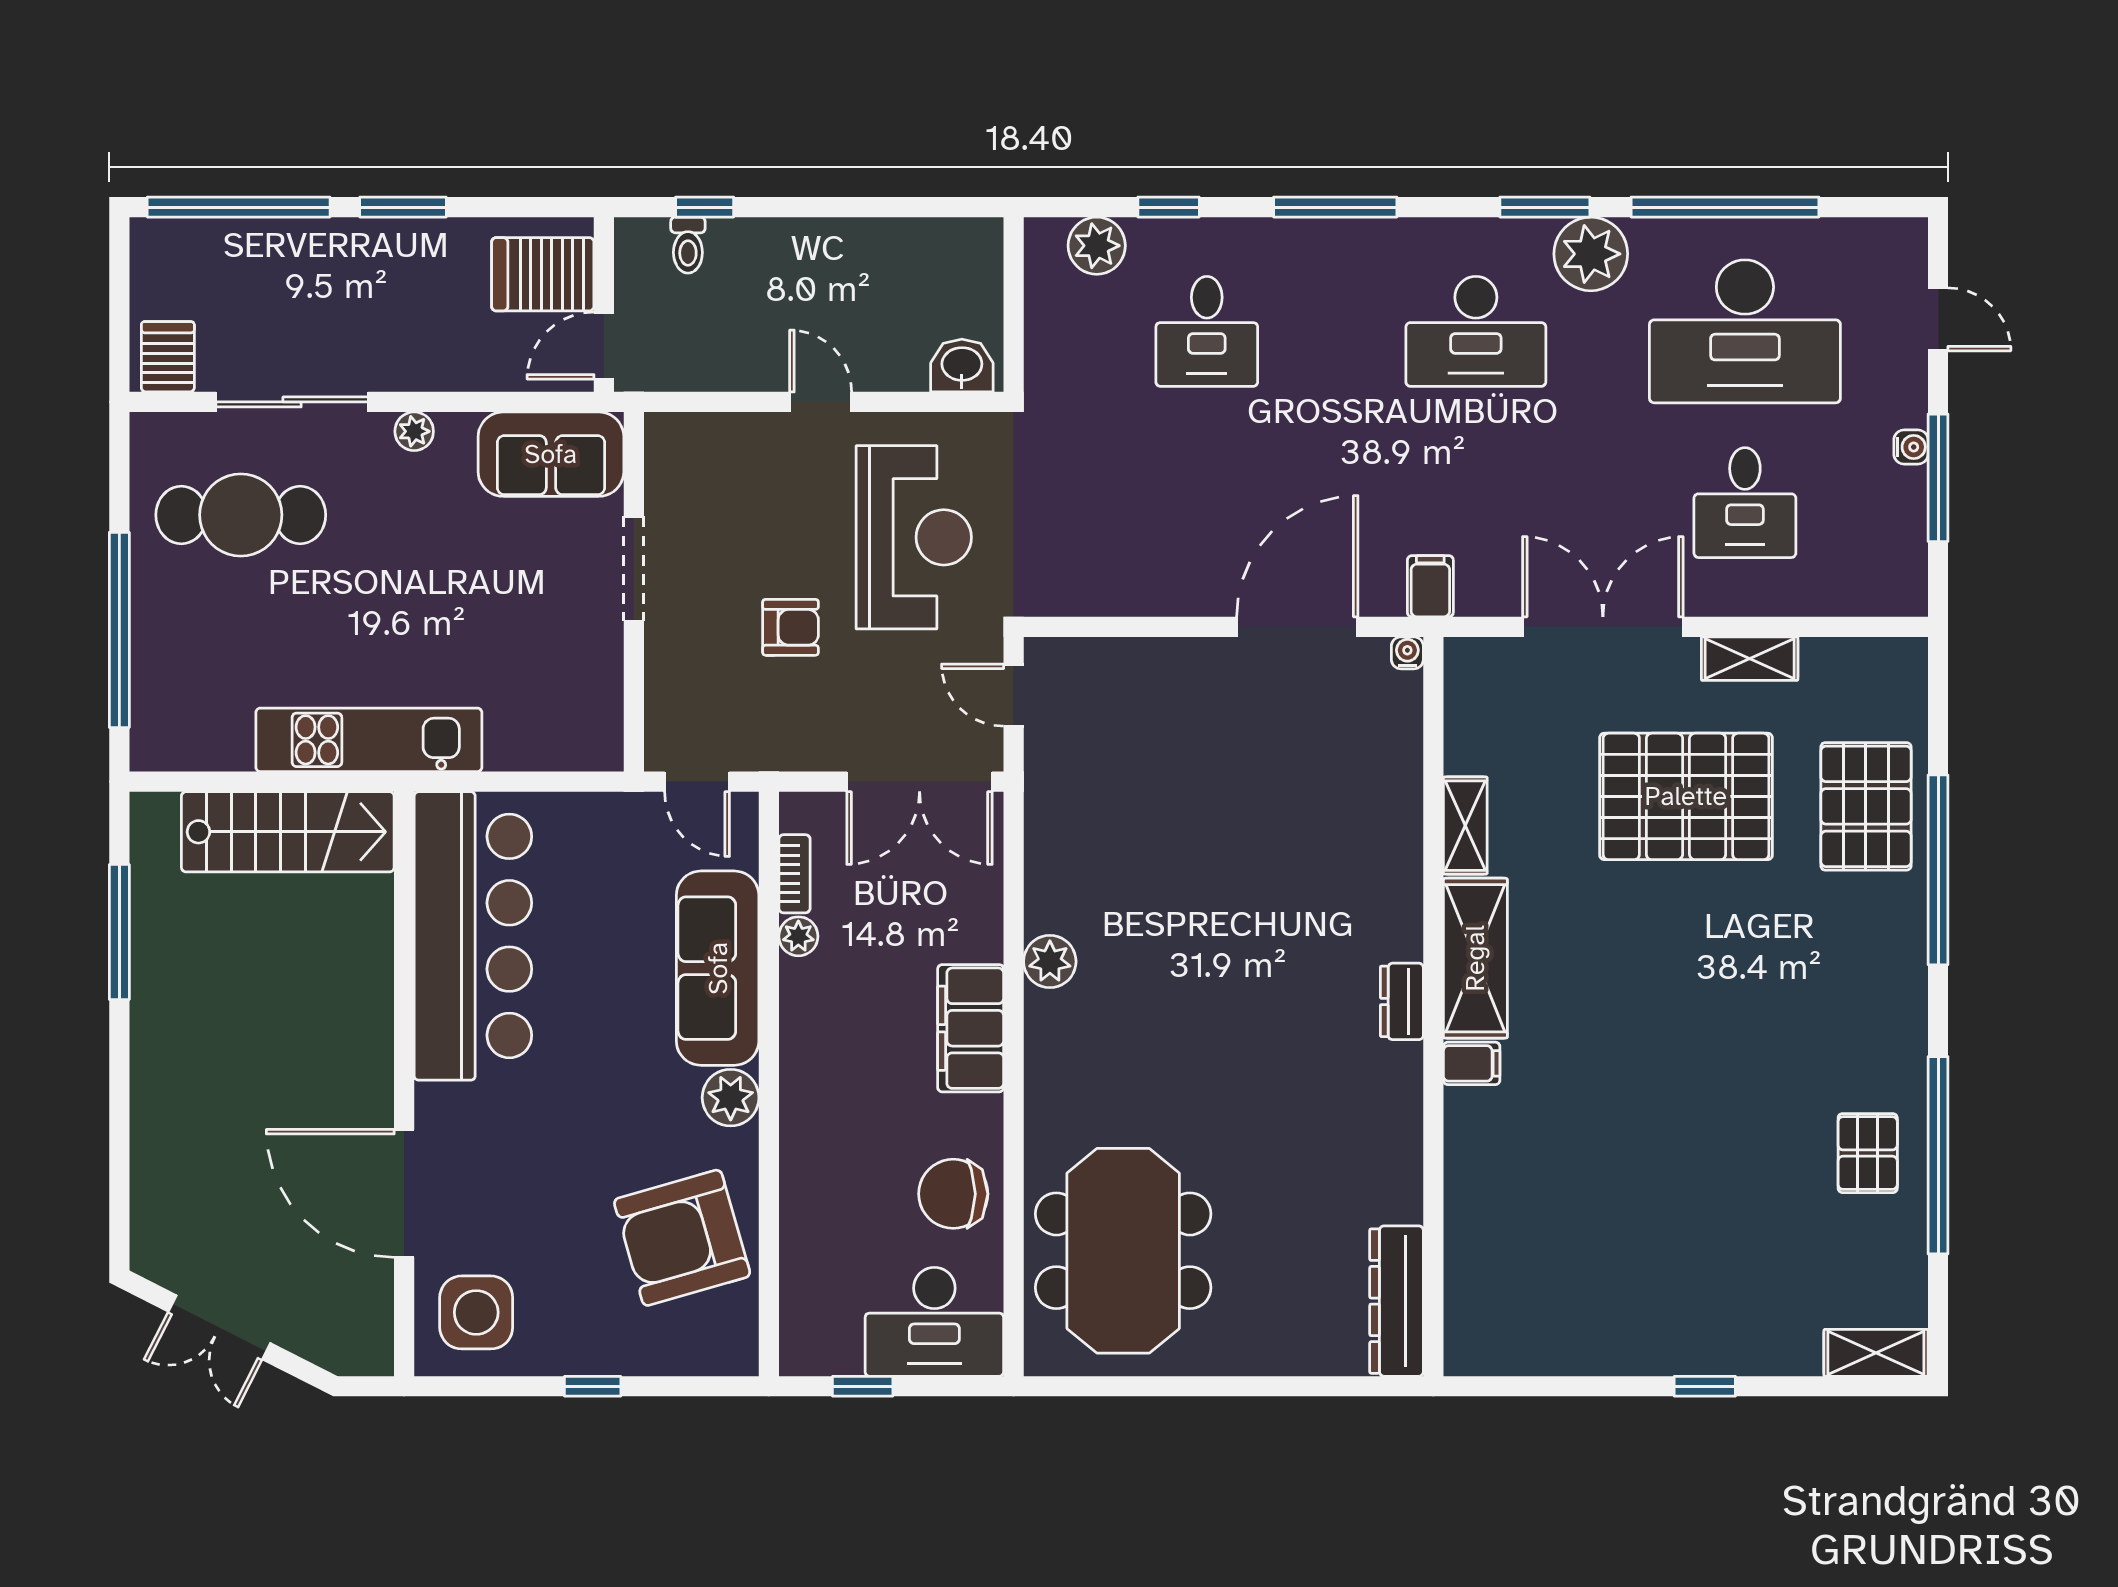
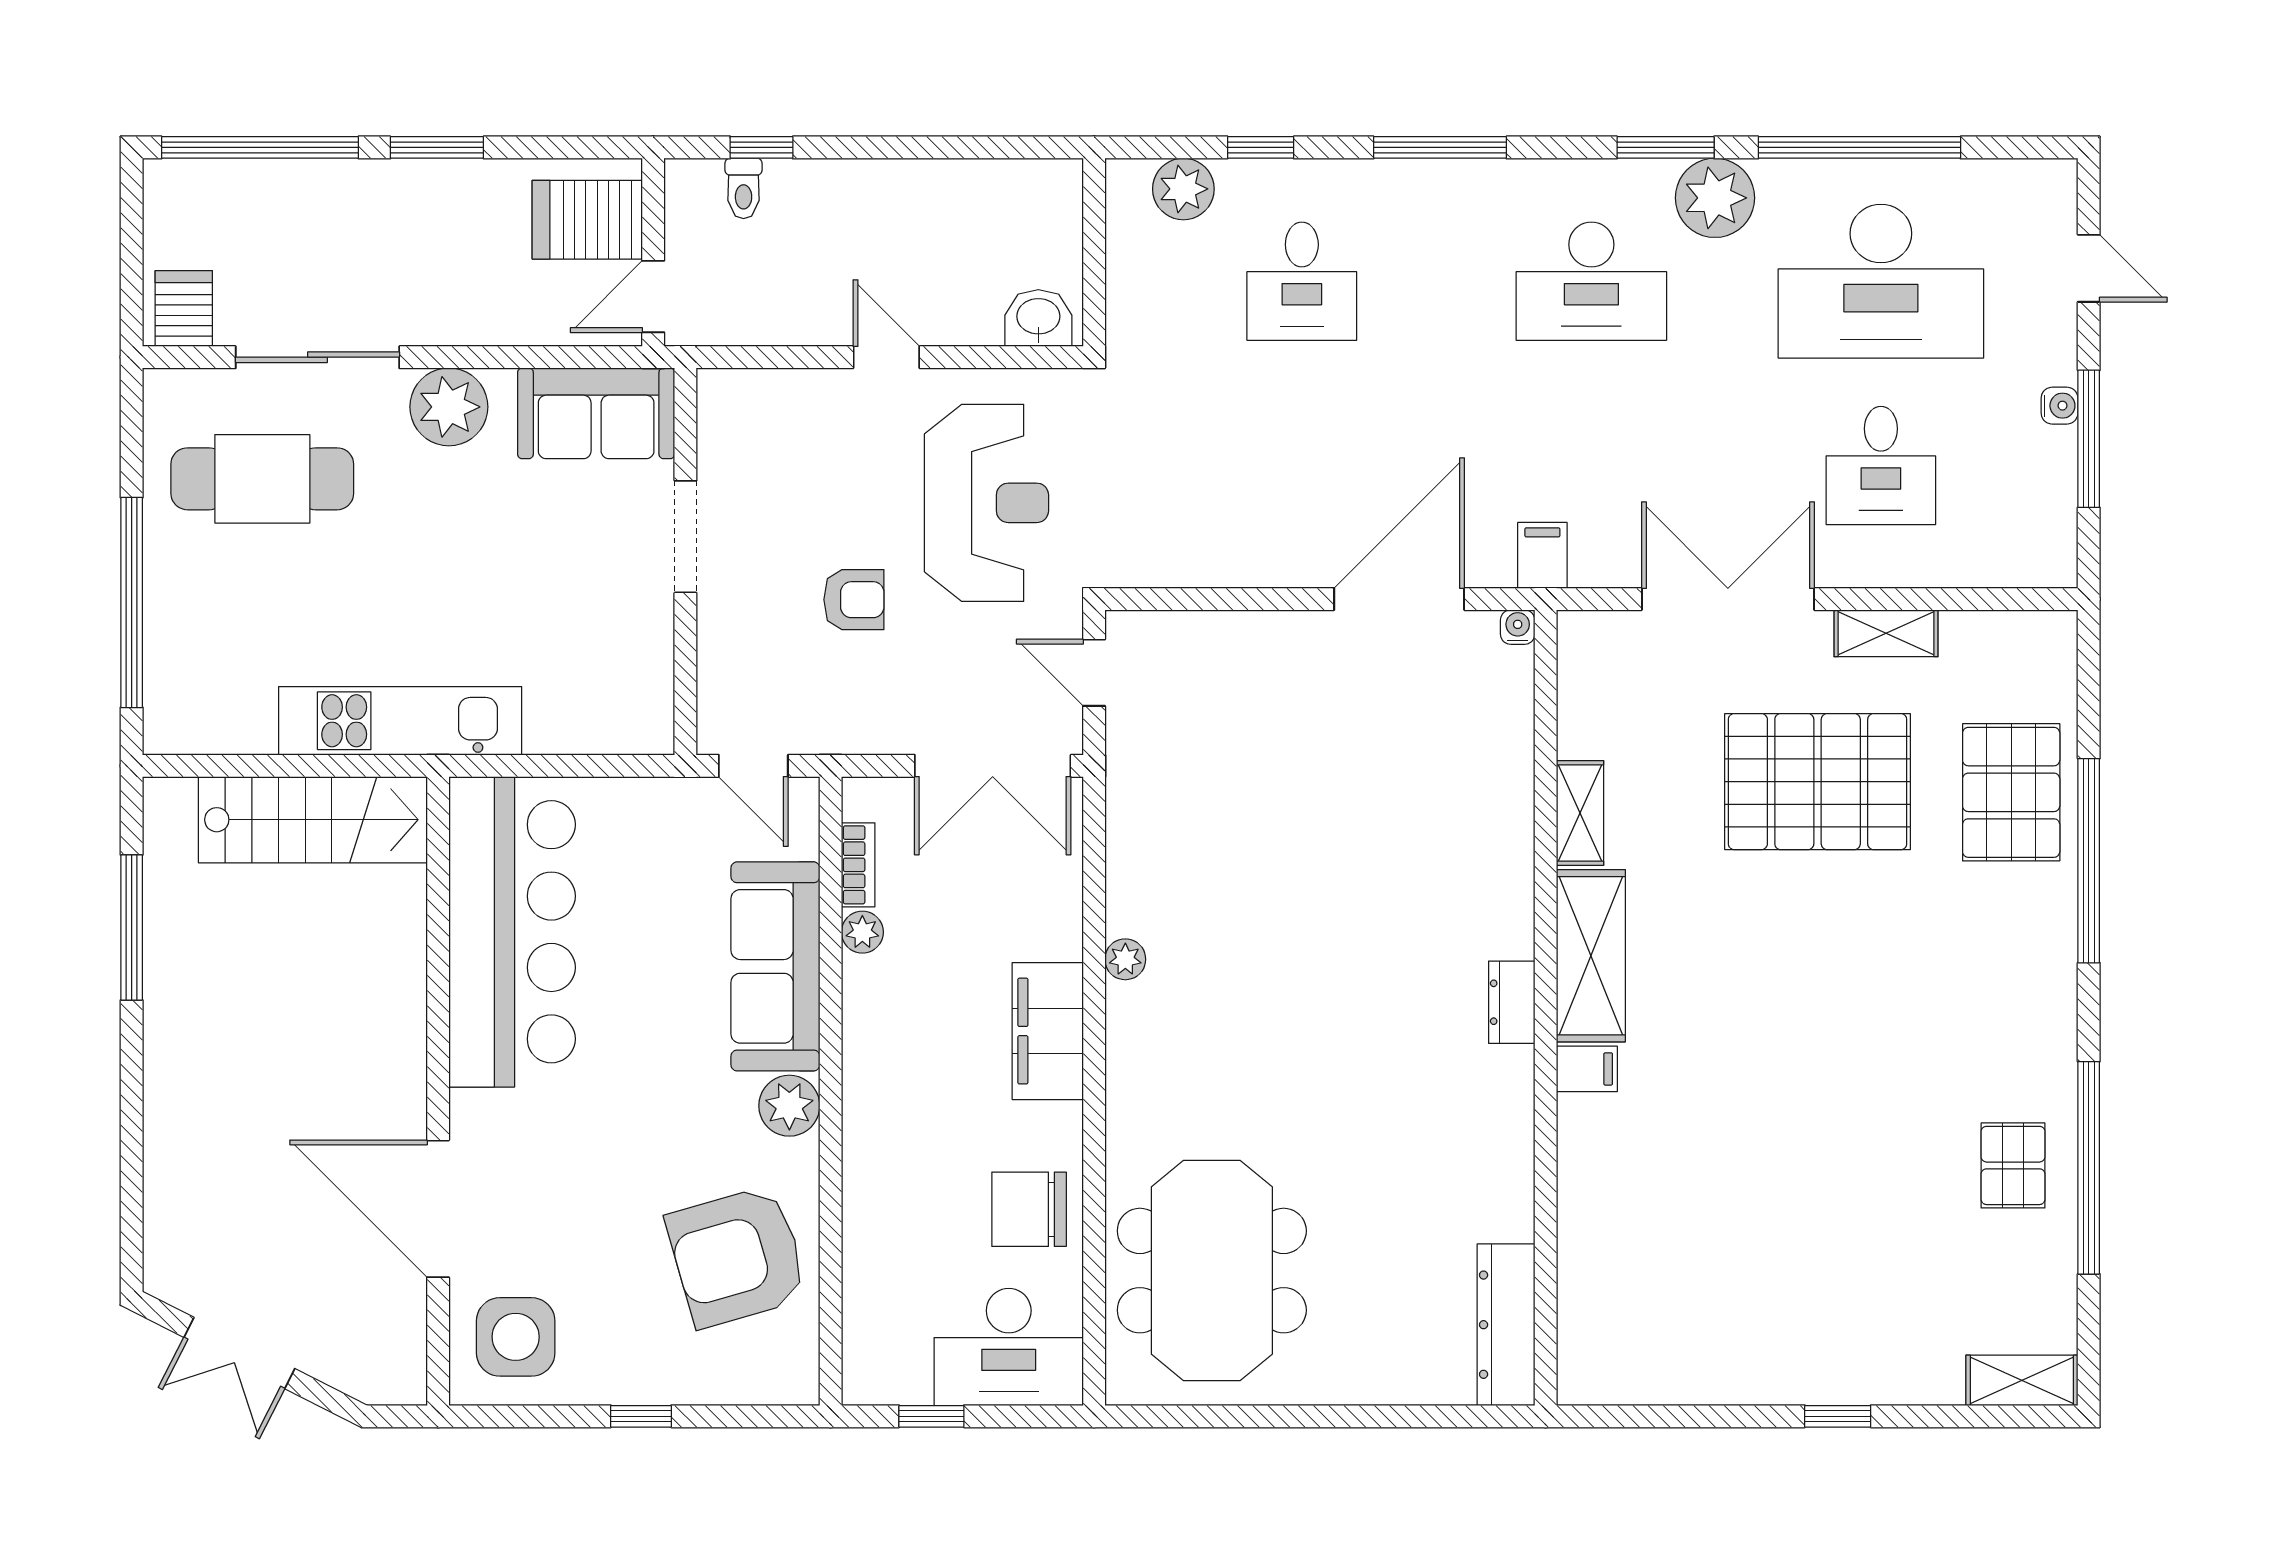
plant: (414, 431) -> (449, 407), width x1.87, depth x1.87
plant: (1050, 962) -> (1125, 959), width x0.73, depth x0.73

